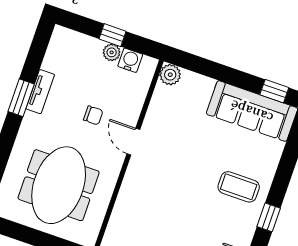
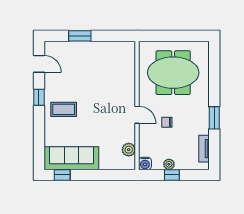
water cooler: (130, 60) -> (145, 163), moved
plant: (170, 75) -> (129, 150), moved
tv unit: (40, 92) -> (204, 149), moved
meeting table: (59, 185) -> (173, 73), turned 90

